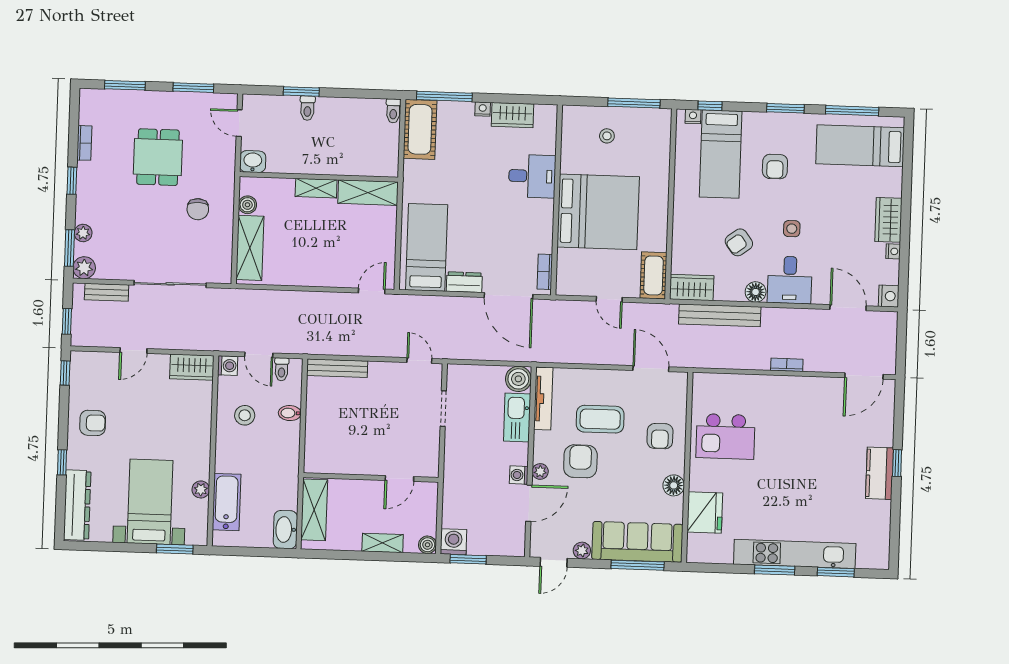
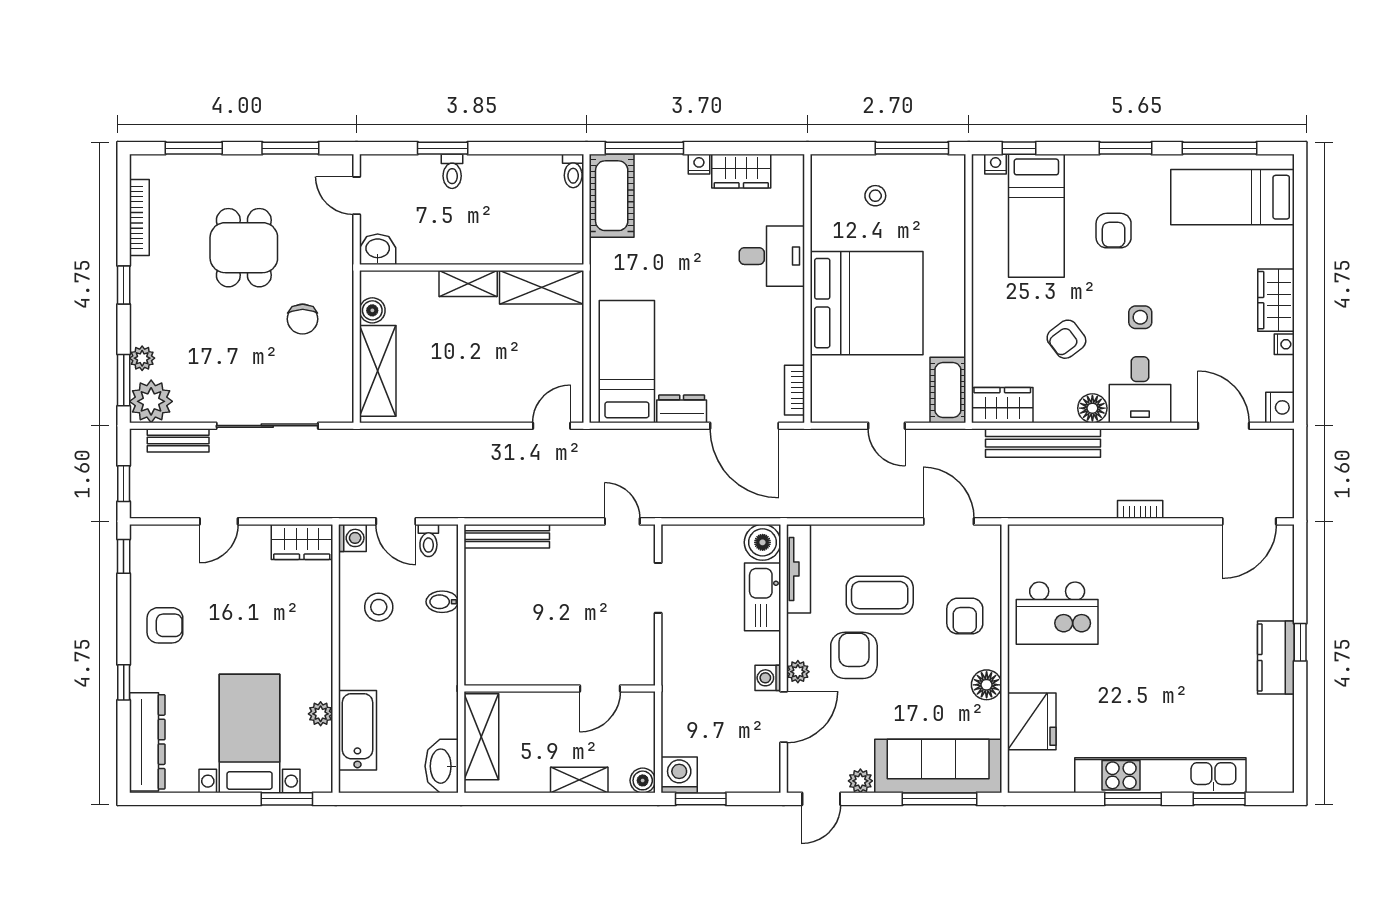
bookcase: (84, 143) -> (139, 218), width x1.56
plant: (84, 268) -> (151, 401), width x1.36, depth x1.36

